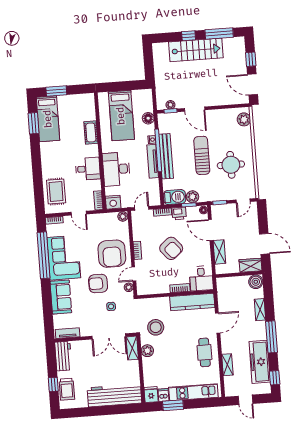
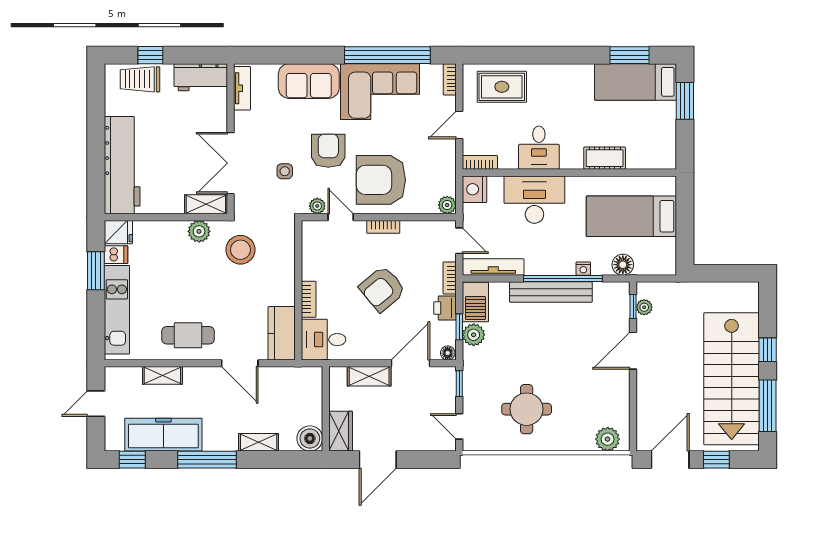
stairs: (196, 50) -> (732, 379), width x1.36, depth x1.51
sun lounger: (202, 155) -> (548, 357), removed
tv unit: (153, 161) -> (493, 267), moved
kitchen counter: (192, 302) -> (282, 333), width x0.67

